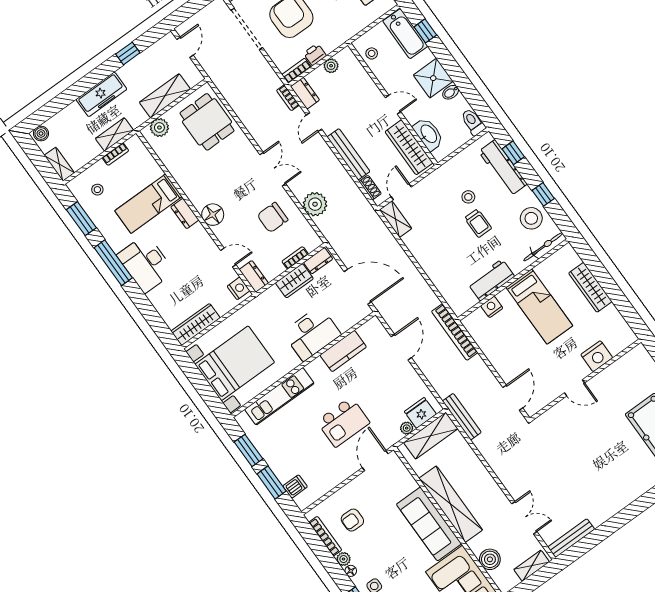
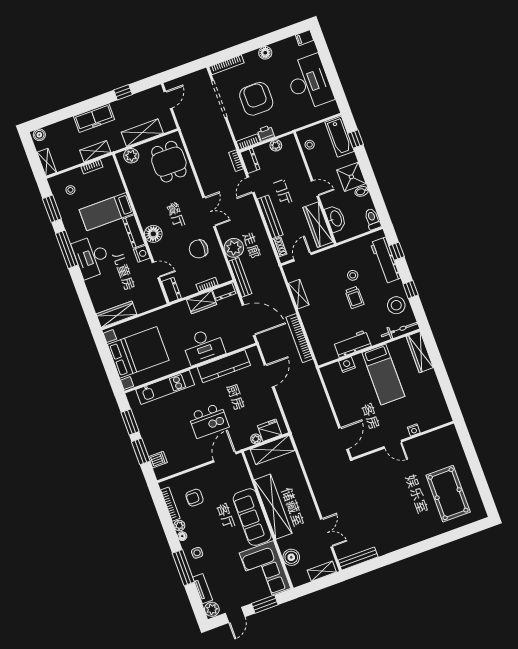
dresser: (185, 213) -> (134, 231), width x1.44
shelving: (396, 219) -> (299, 294), moved
wardrobe: (590, 287) -> (420, 352), moved
nightstand: (239, 288) -> (142, 254), moved
bookcase: (455, 332) -> (299, 338), moved
kitchen counter: (343, 351) -> (224, 366), width x1.50
nightstand: (597, 356) -> (414, 430), width x0.53, depth x0.56
bench: (462, 417) -> (240, 277), moved

